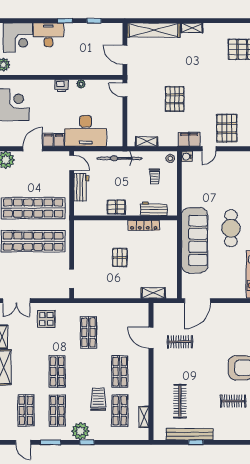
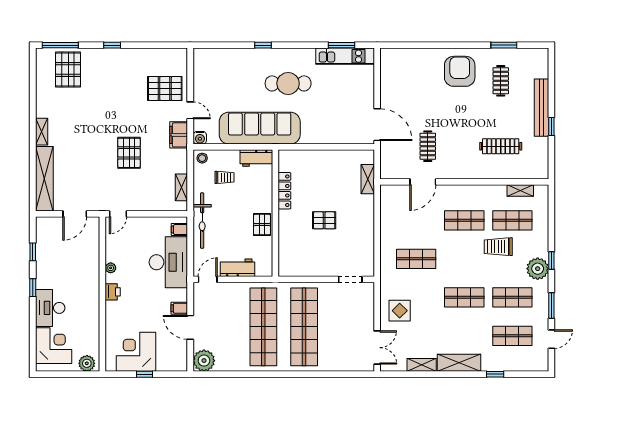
pallet: (175, 99) -> (129, 153), turned 90
filing cabinet: (59, 140) -> (179, 230), moved
workbench: (154, 209) -> (256, 158), moved, turned -90
sofa: (195, 240) -> (260, 128), moved
bench: (190, 434) -> (541, 108), moved

